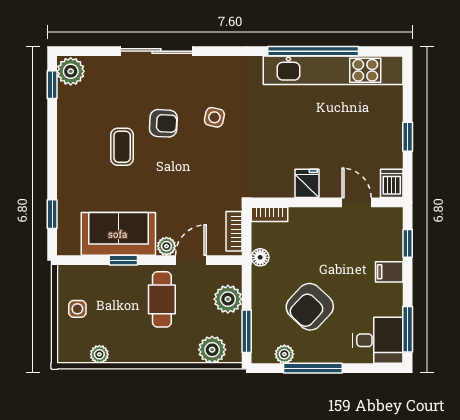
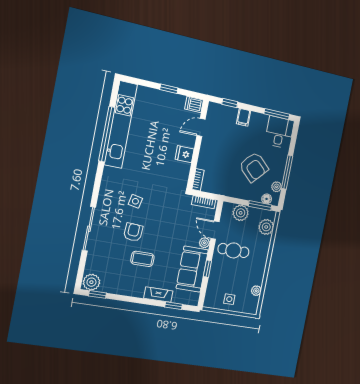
fireplace: (67, 185) -> (158, 295), added
floor lamp: (260, 257) -> (267, 199), moved

